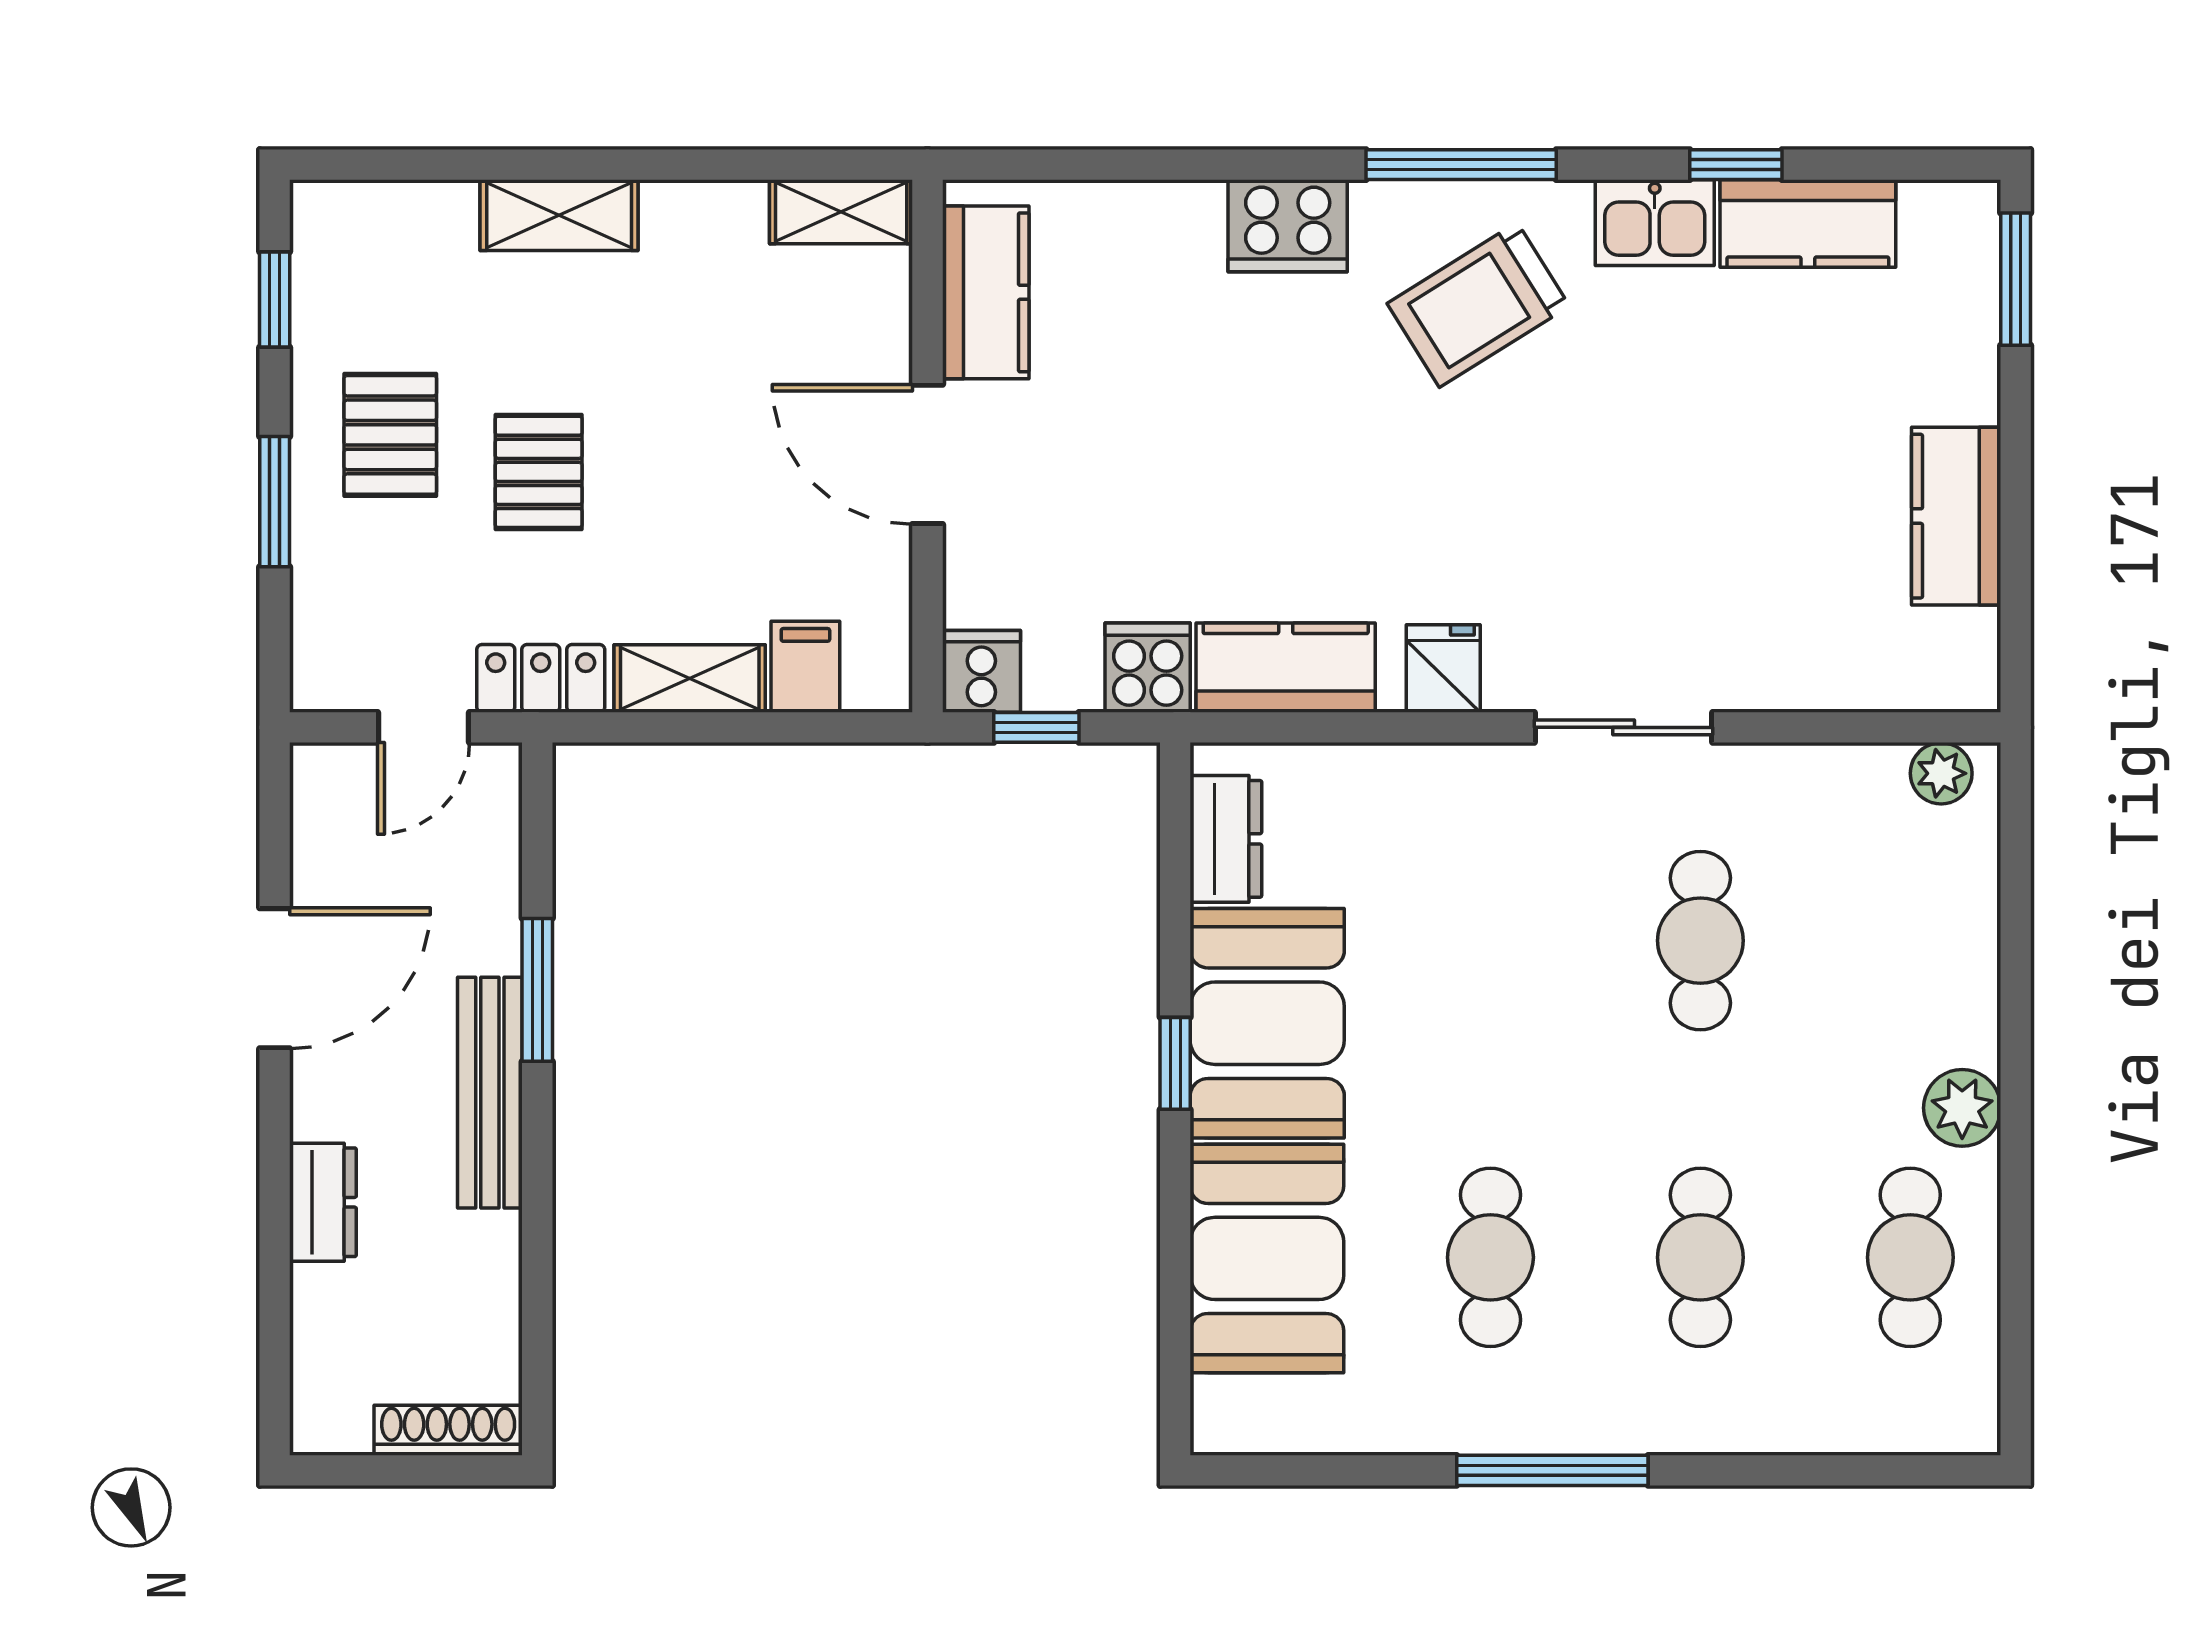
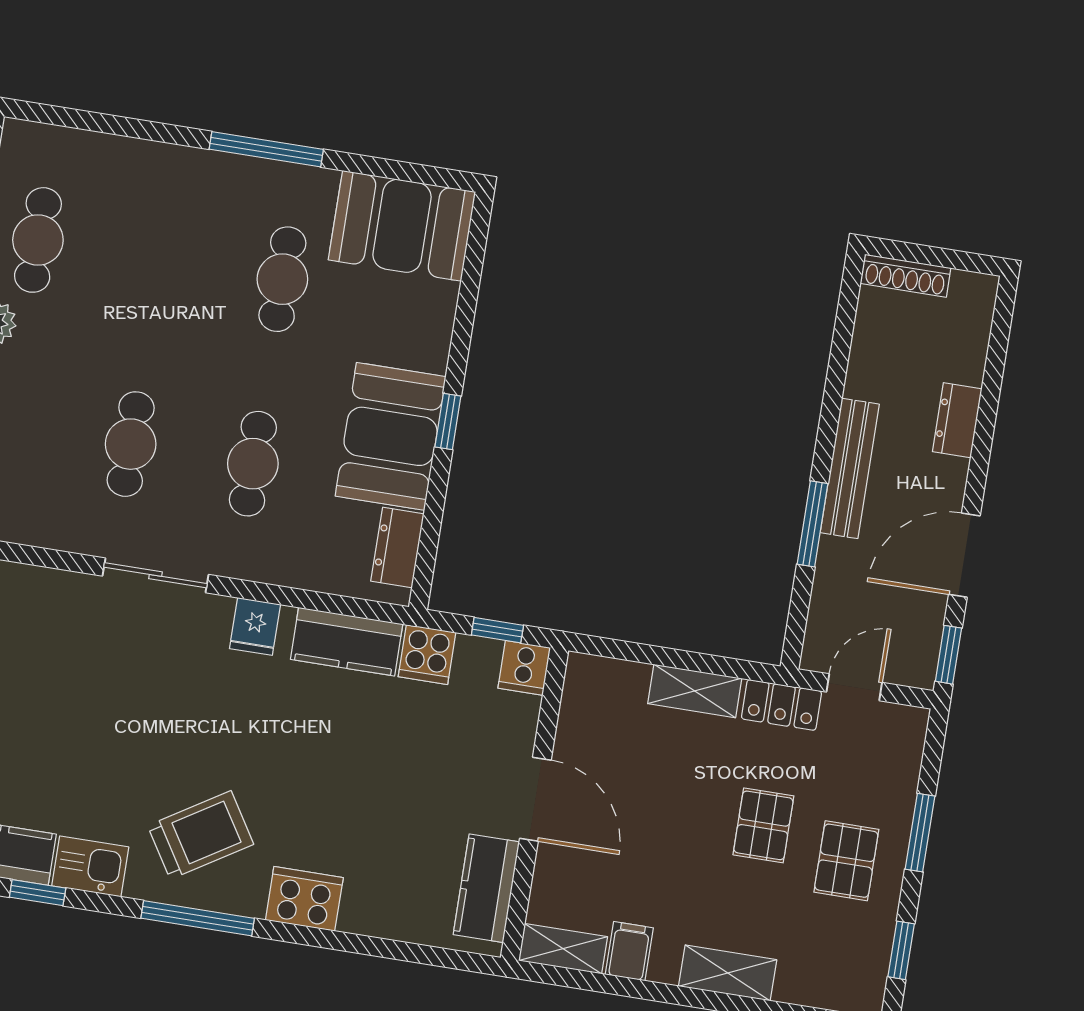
filing cabinet: (805, 667) -> (629, 951), moved, turned 180
window: (275, 807) -> (948, 655), added
cafe table: (1700, 1257) -> (253, 464), moved
booth: (1267, 1258) -> (402, 226), moved, turned 90

